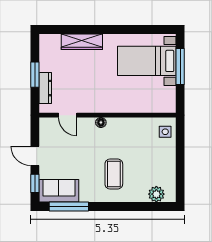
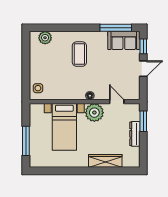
bed with nightstands: (147, 61) -> (64, 127), moved, turned 90
window: (35, 75) -> (143, 121), moved
dresser: (45, 88) -> (135, 134), moved
plant: (95, 102) -> (94, 113), added
door: (35, 156) -> (143, 69), hinge flipped

